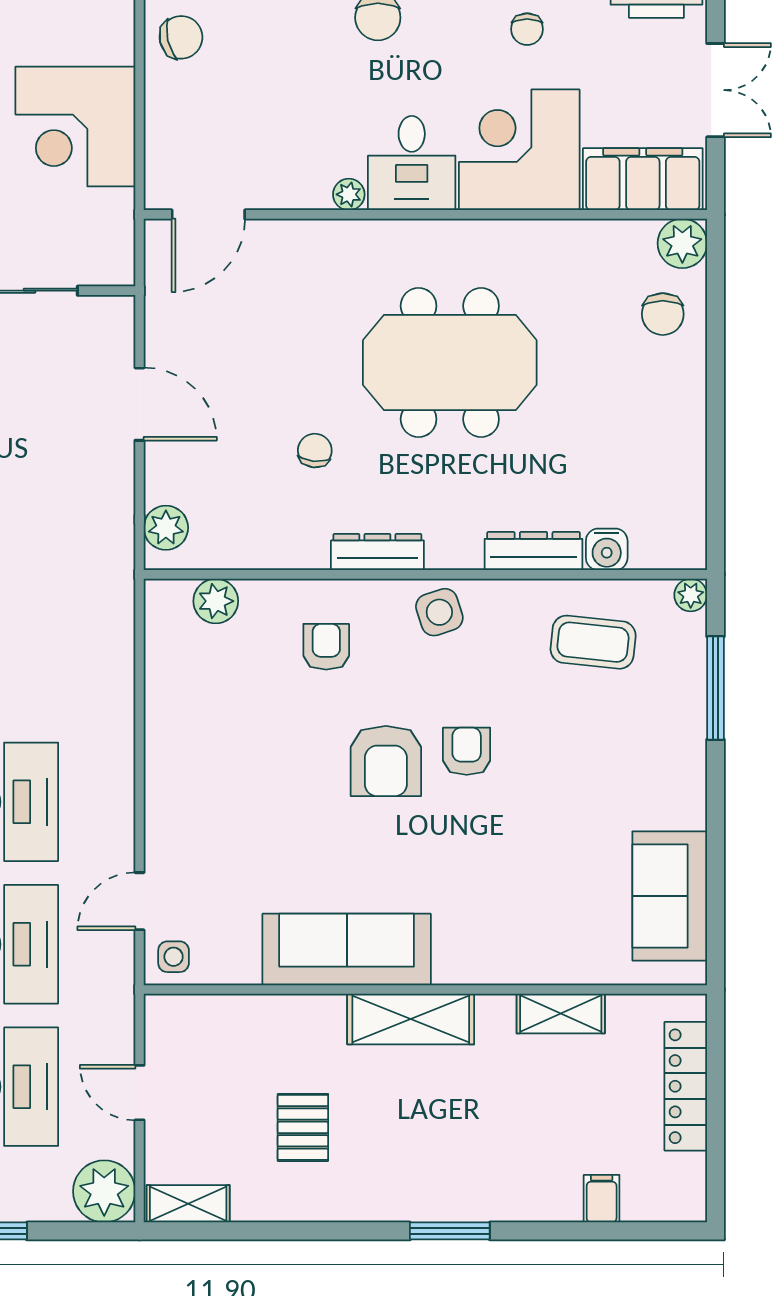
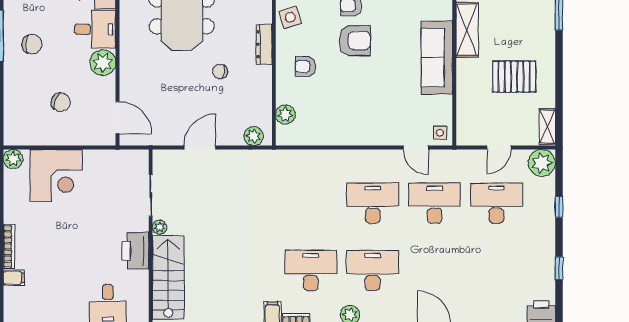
chair: (181, 37) -> (61, 102), moved, turned 124
corner desk: (75, 126) -> (56, 175), moved
plant: (349, 194) -> (103, 63), width x1.87, depth x1.87
pallet: (303, 1127) -> (514, 77), width x1.50, depth x1.42

